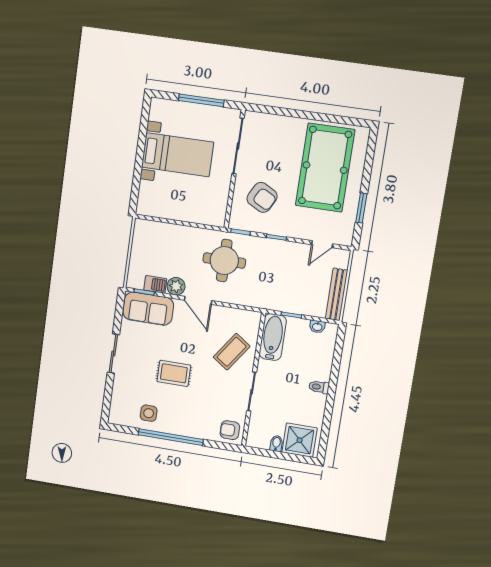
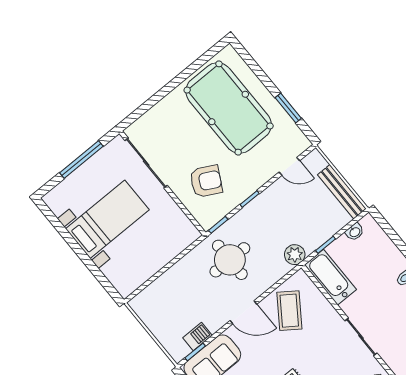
door: (322, 244) -> (289, 166), hinge flipped
plant: (176, 286) -> (295, 255), moved
coffee table: (232, 352) -> (289, 311), moved

